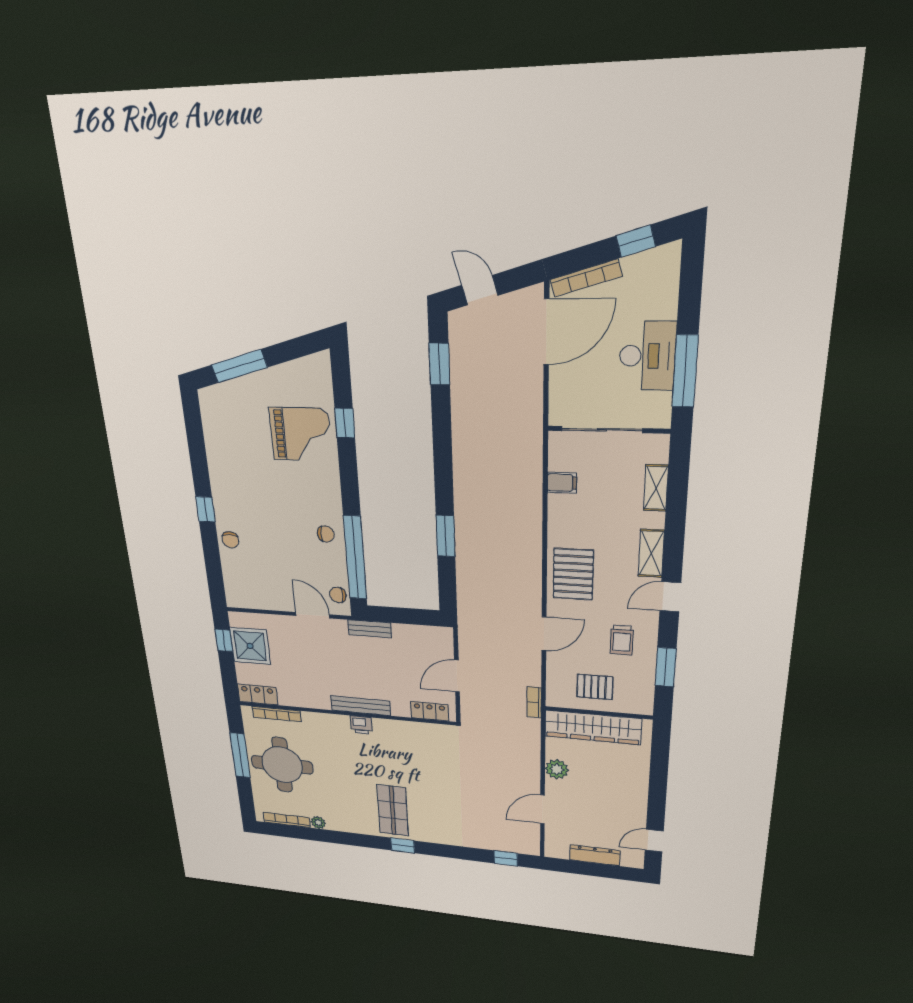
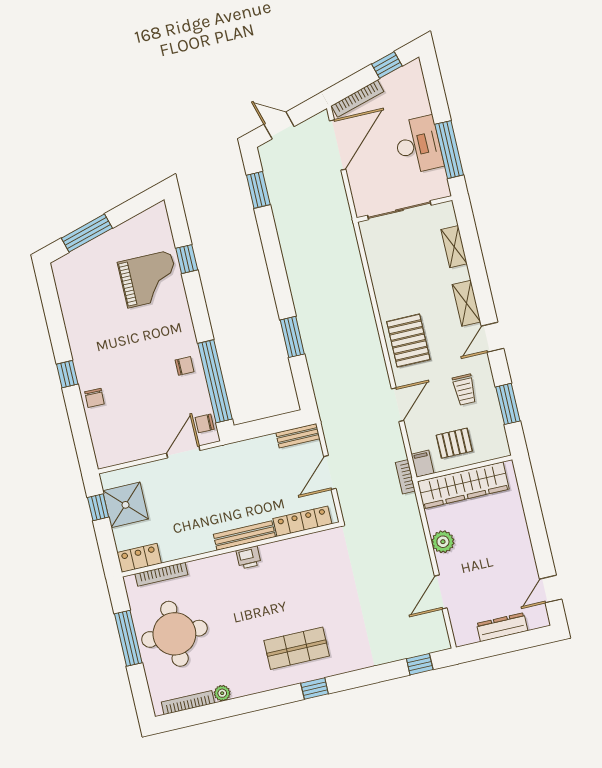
filing cabinet: (562, 483) -> (422, 464), moved, turned -90
door: (313, 615) -> (183, 452), hinge flipped
bench: (370, 629) -> (298, 436), moved
locker: (430, 711) -> (302, 521), width x1.53
shop shelf: (393, 810) -> (297, 648), turned 90

